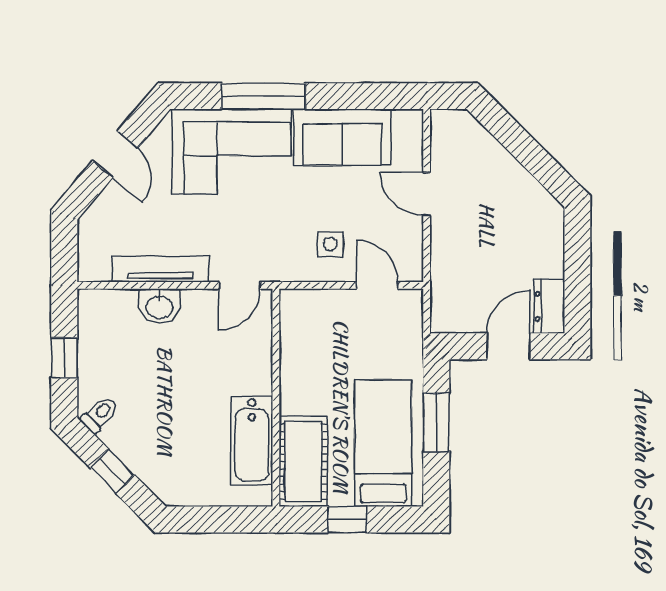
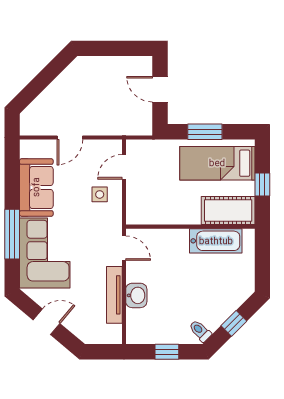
dresser: (549, 306) -> (136, 65), removed

